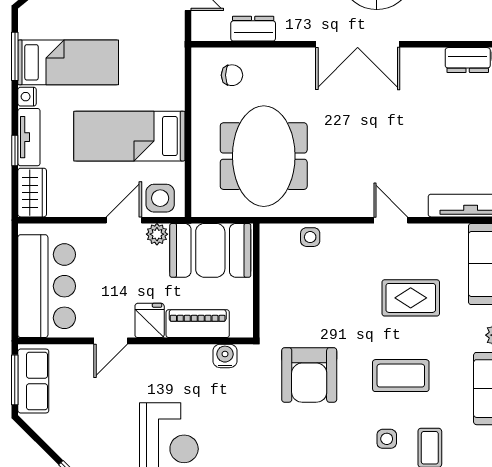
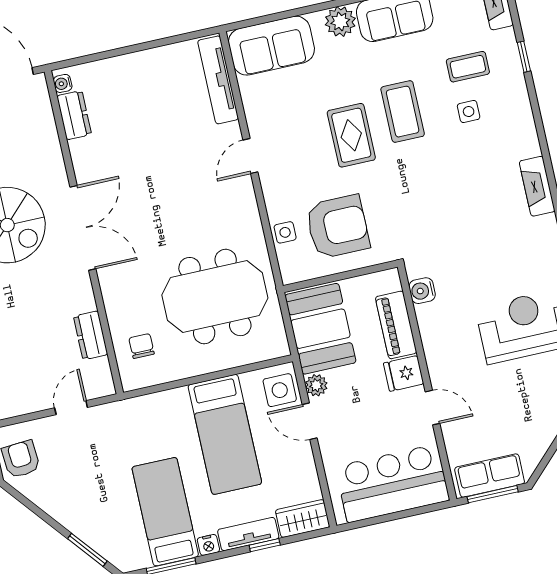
rug: (411, 298) -> (351, 135), moved
armchair: (309, 375) -> (338, 227), moved

